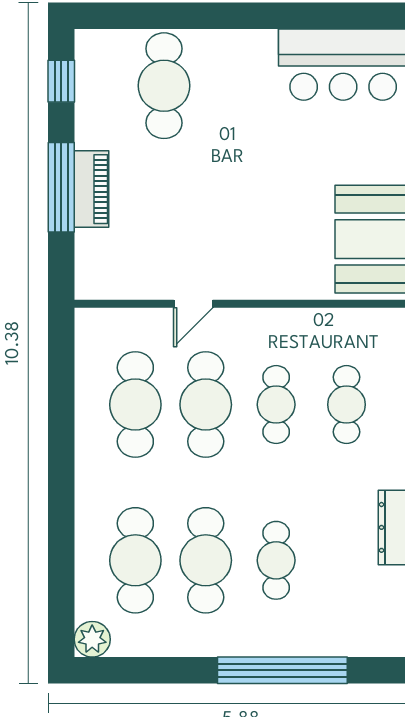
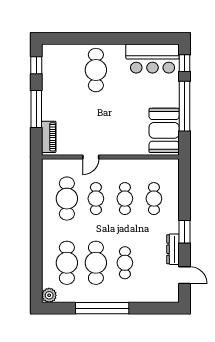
cafe table: (164, 86) -> (96, 70), moved
piano: (91, 189) -> (49, 137), moved
cafe table: (206, 405) -> (96, 199), width x0.73, depth x0.74
window: (282, 670) -> (102, 308), moved

